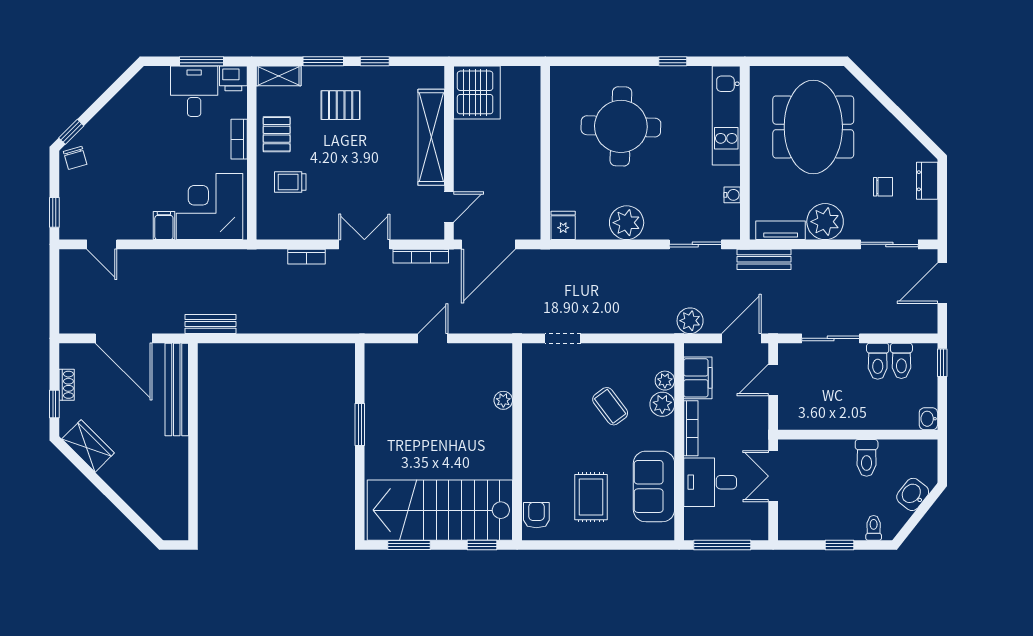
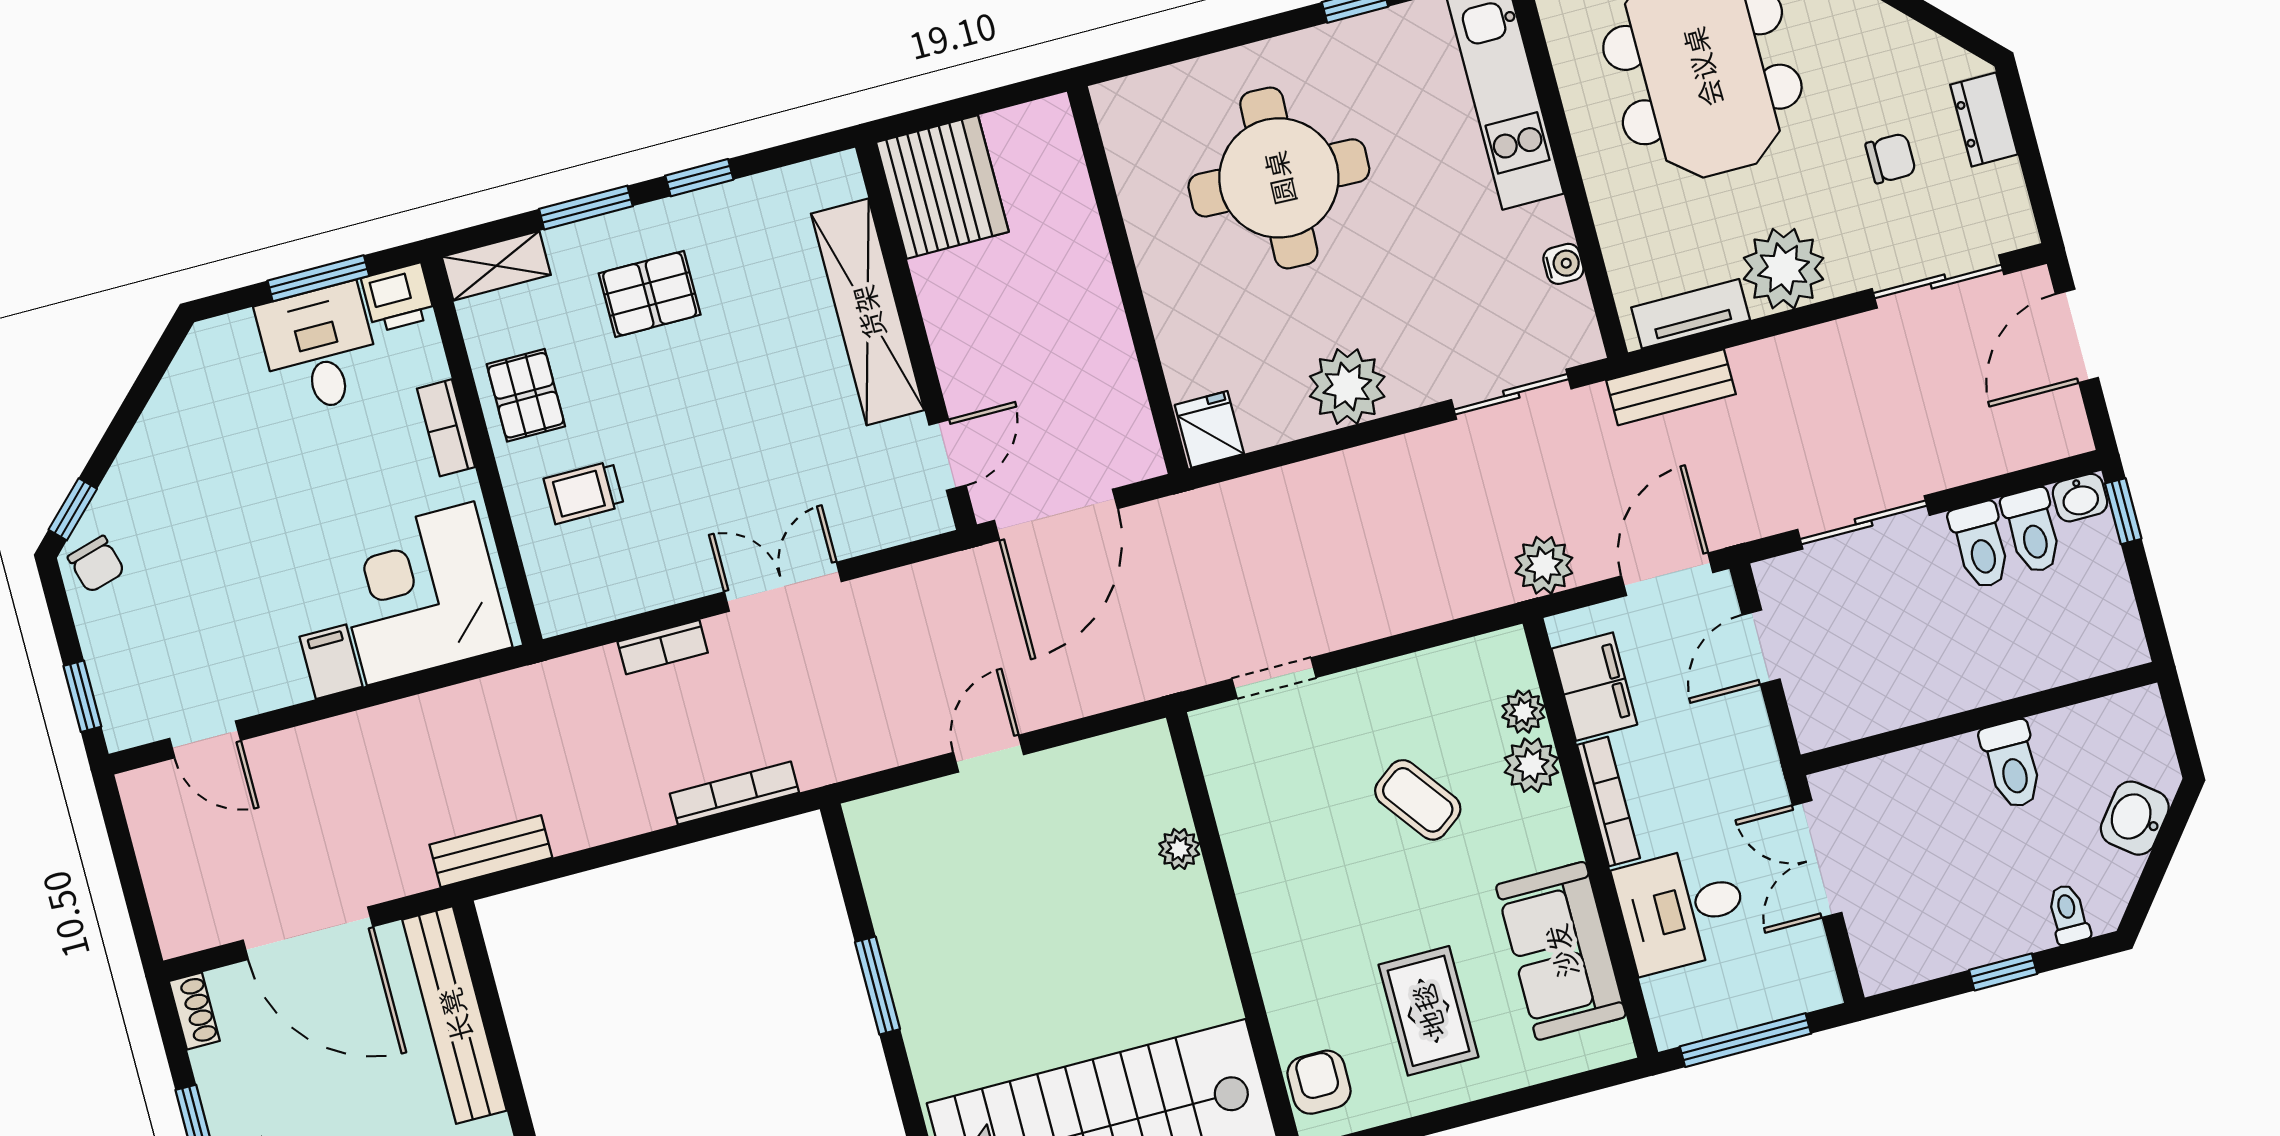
bookcase: (421, 256) -> (734, 793), moved, turned 180
shoe rack: (67, 385) -> (194, 1011), moved
washbasin: (928, 419) -> (2080, 498), moved, turned -90

